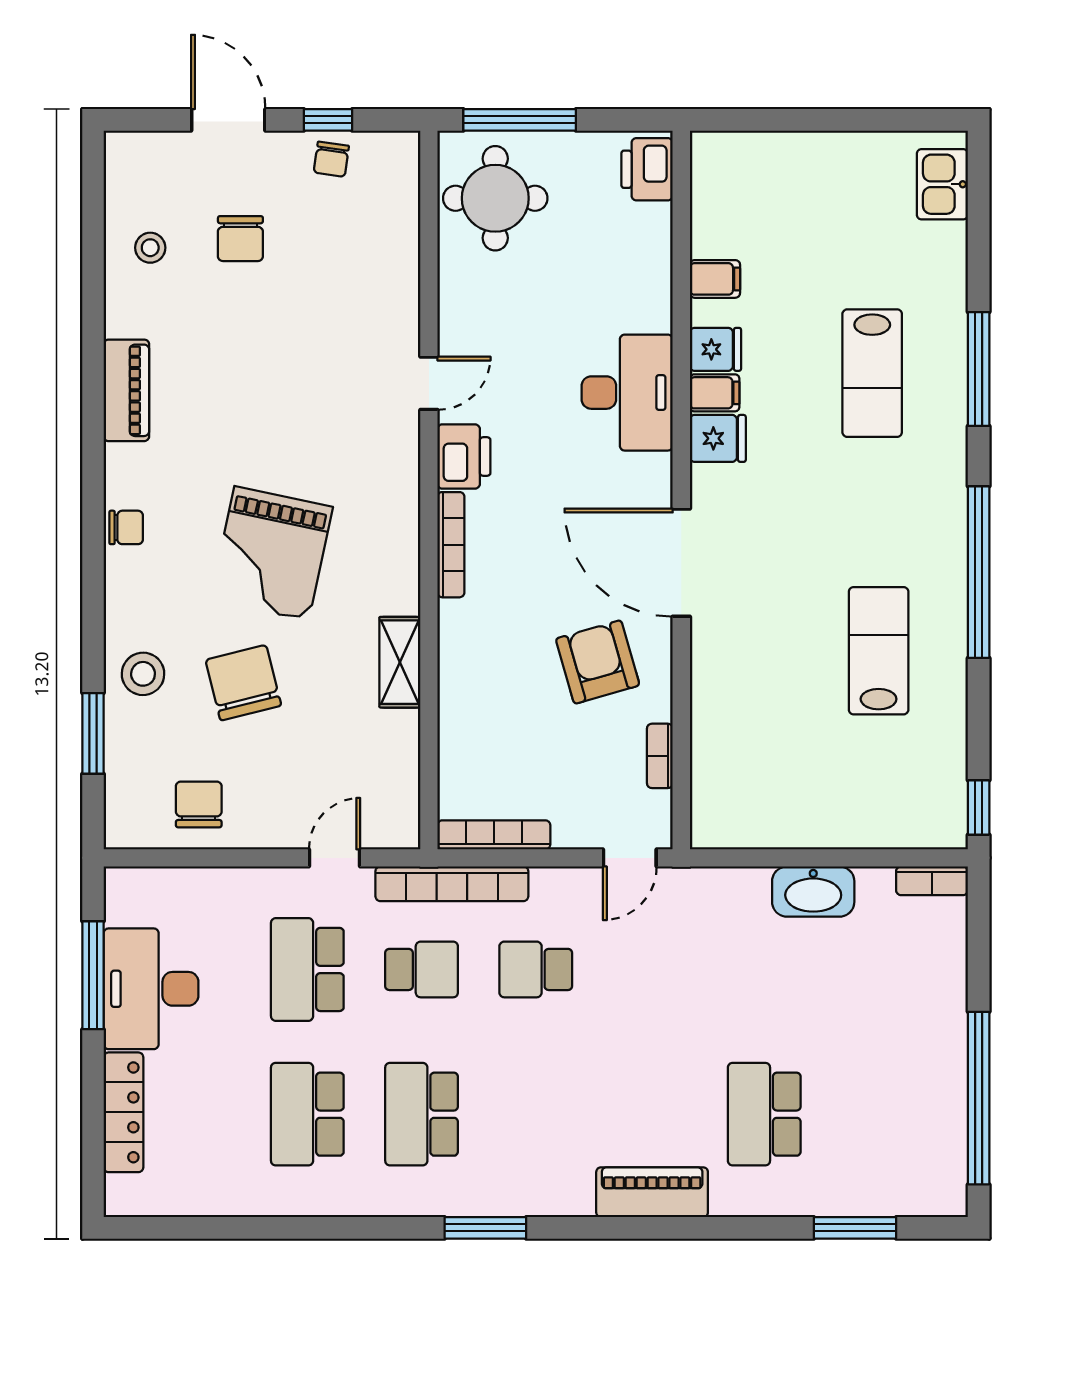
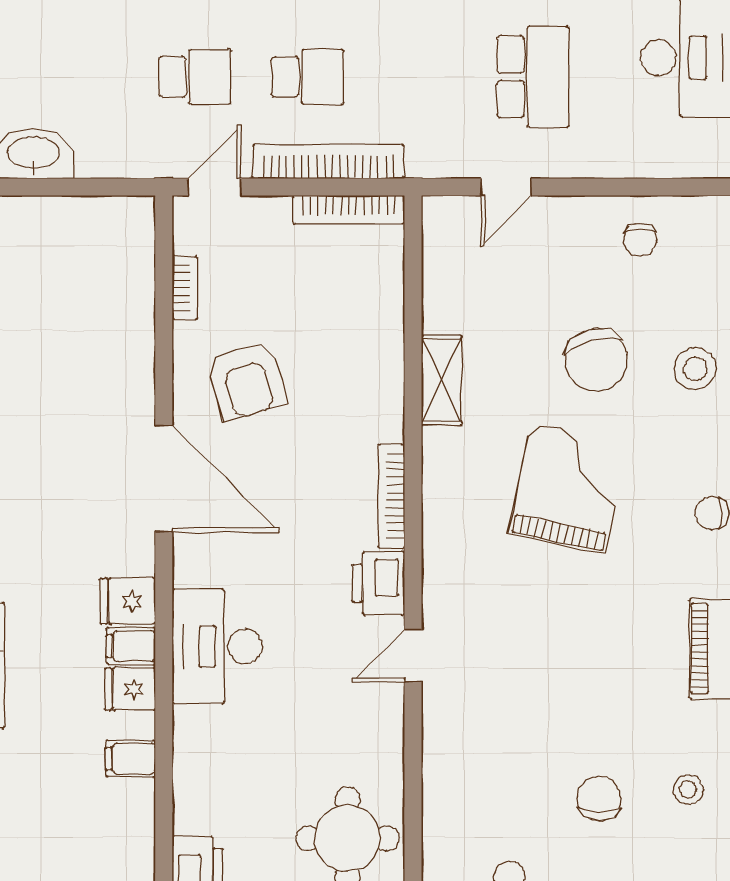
chair: (199, 804) -> (640, 240), width x0.73, depth x0.73
bookcase: (452, 884) -> (328, 161), moved
school desk: (422, 969) -> (195, 77), moved, turned 180

